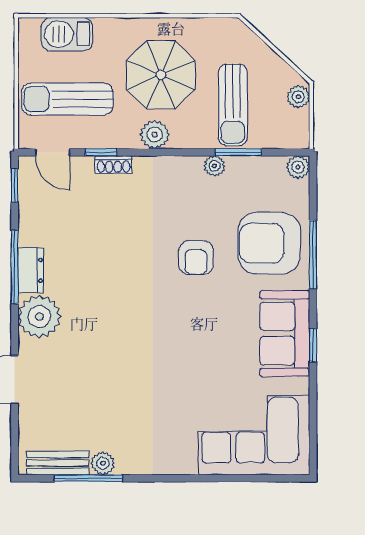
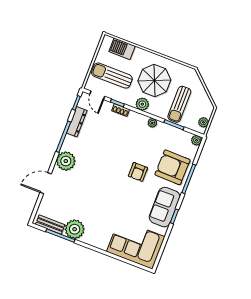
plant: (298, 97) -> (203, 122), moved
plant: (214, 166) -> (152, 123), moved
armchair: (196, 258) -> (138, 172), moved
dresser: (31, 270) -> (77, 122), moved, width x1.44
plant: (103, 463) -> (75, 229), width x1.87, depth x1.87

